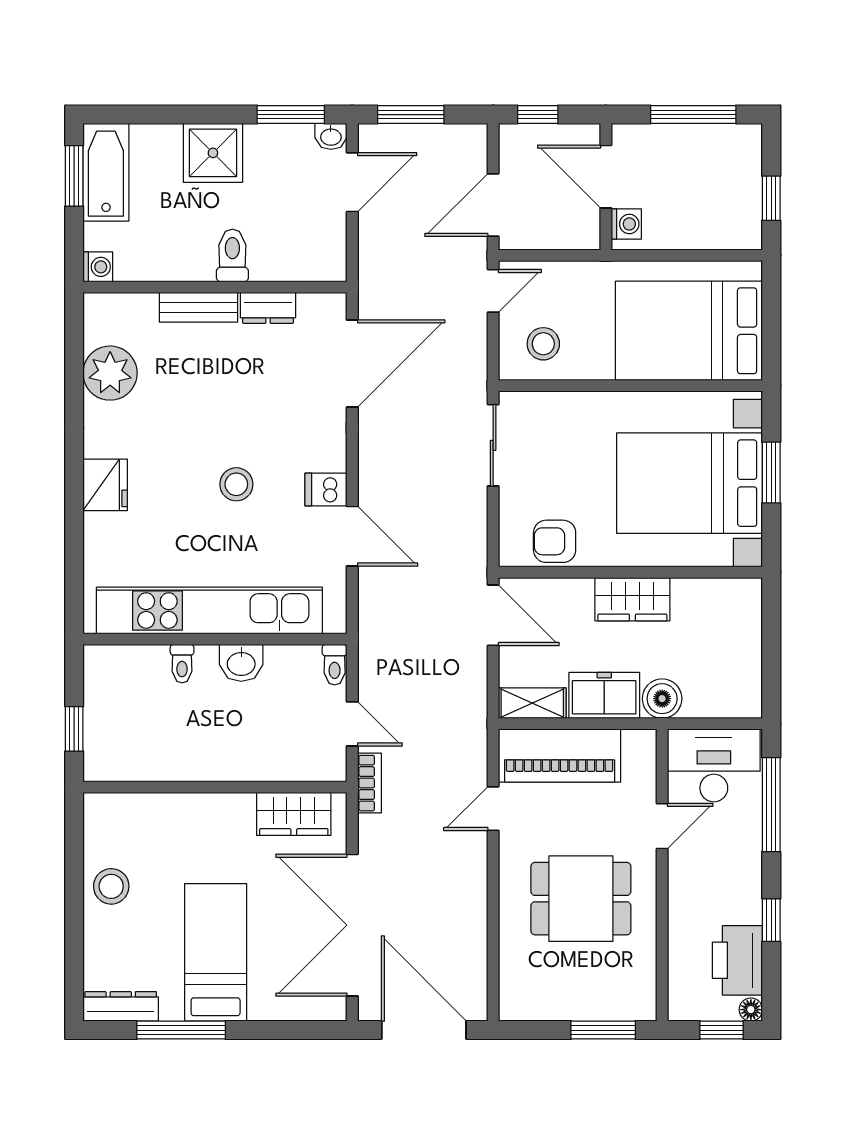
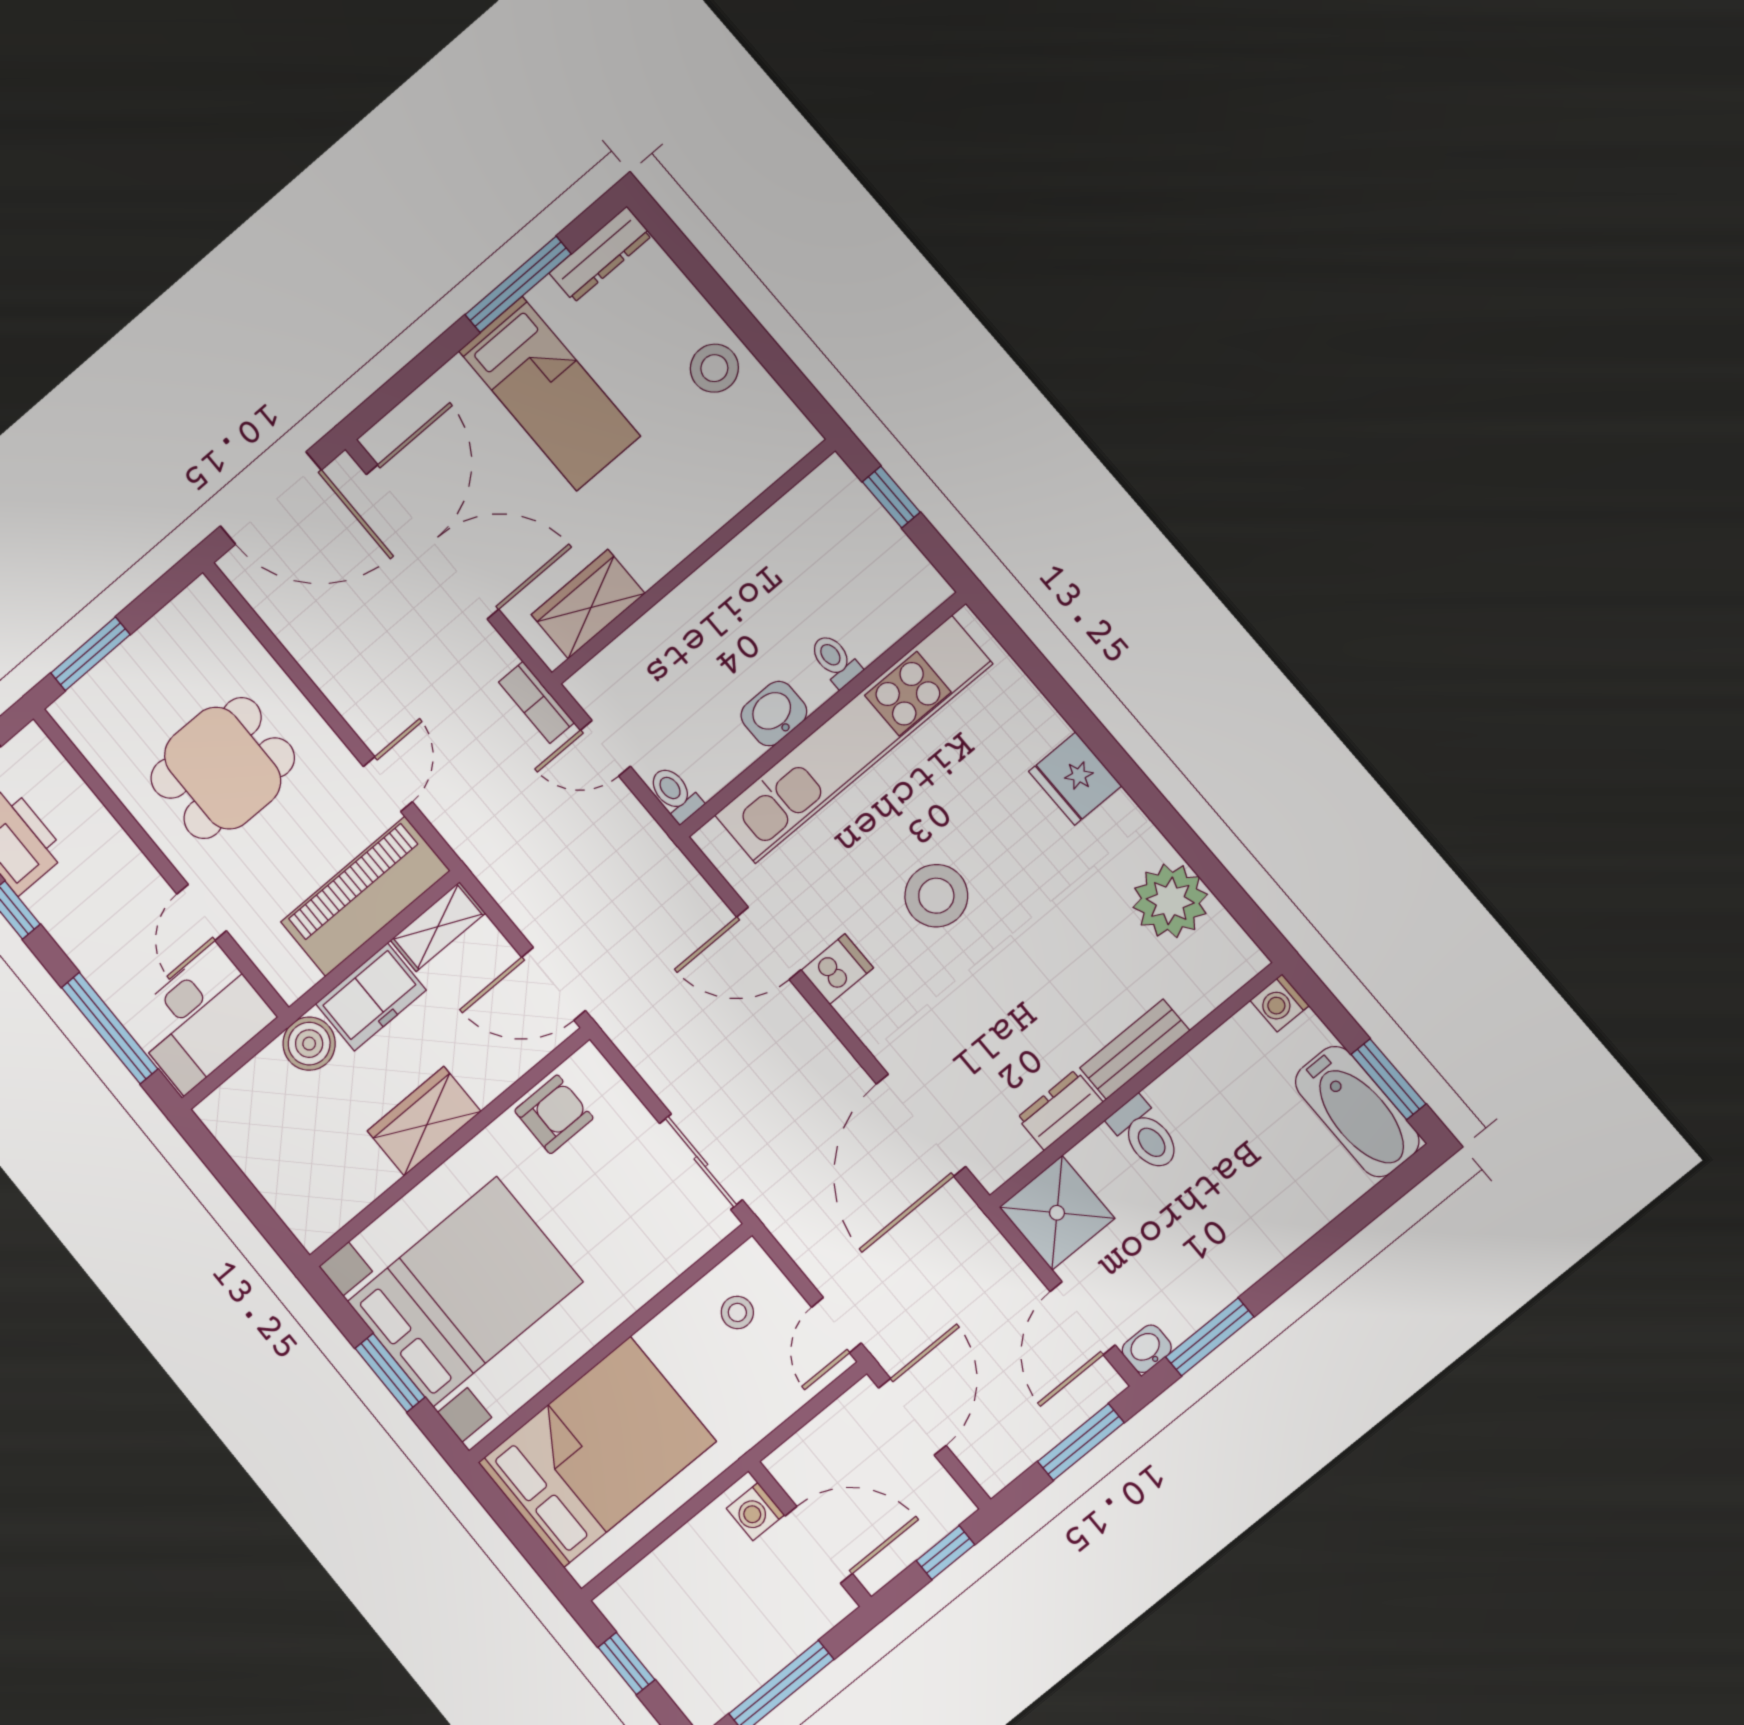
shower: (213, 153) -> (1057, 1213), moved
stool: (543, 344) -> (737, 1312), width x0.73, depth x0.73
stool: (236, 484) -> (936, 896), width x1.38, depth x1.38

